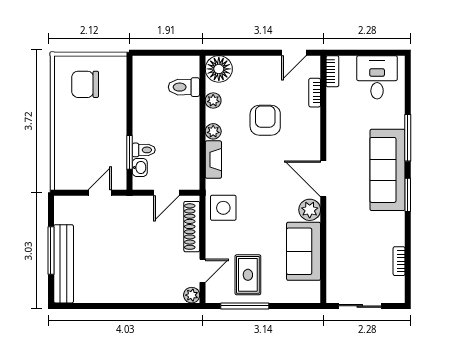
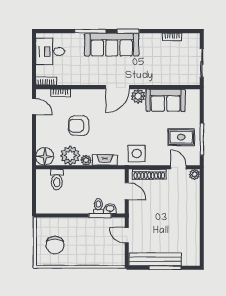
plant: (213, 100) -> (70, 156), width x1.88, depth x1.88
bench: (64, 264) -> (155, 259), moved

